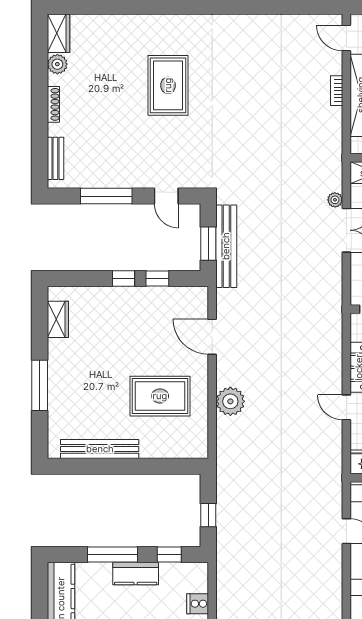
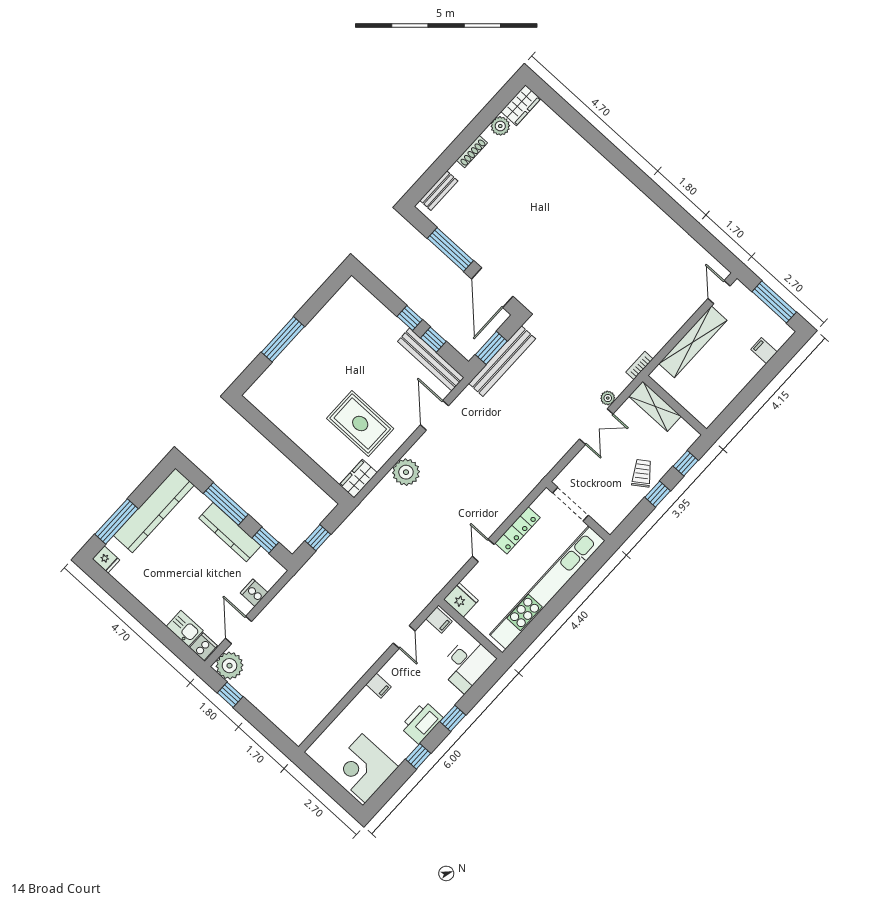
rug: (168, 85) -> (564, 211), removed
bookcase: (337, 91) -> (639, 366), moved
door: (166, 196) -> (492, 288), width x1.88
wardrobe: (58, 319) -> (358, 479), moved, turned 180
bench: (100, 449) -> (431, 359), moved
kitchen counter: (136, 574) -> (230, 532), width x1.50

